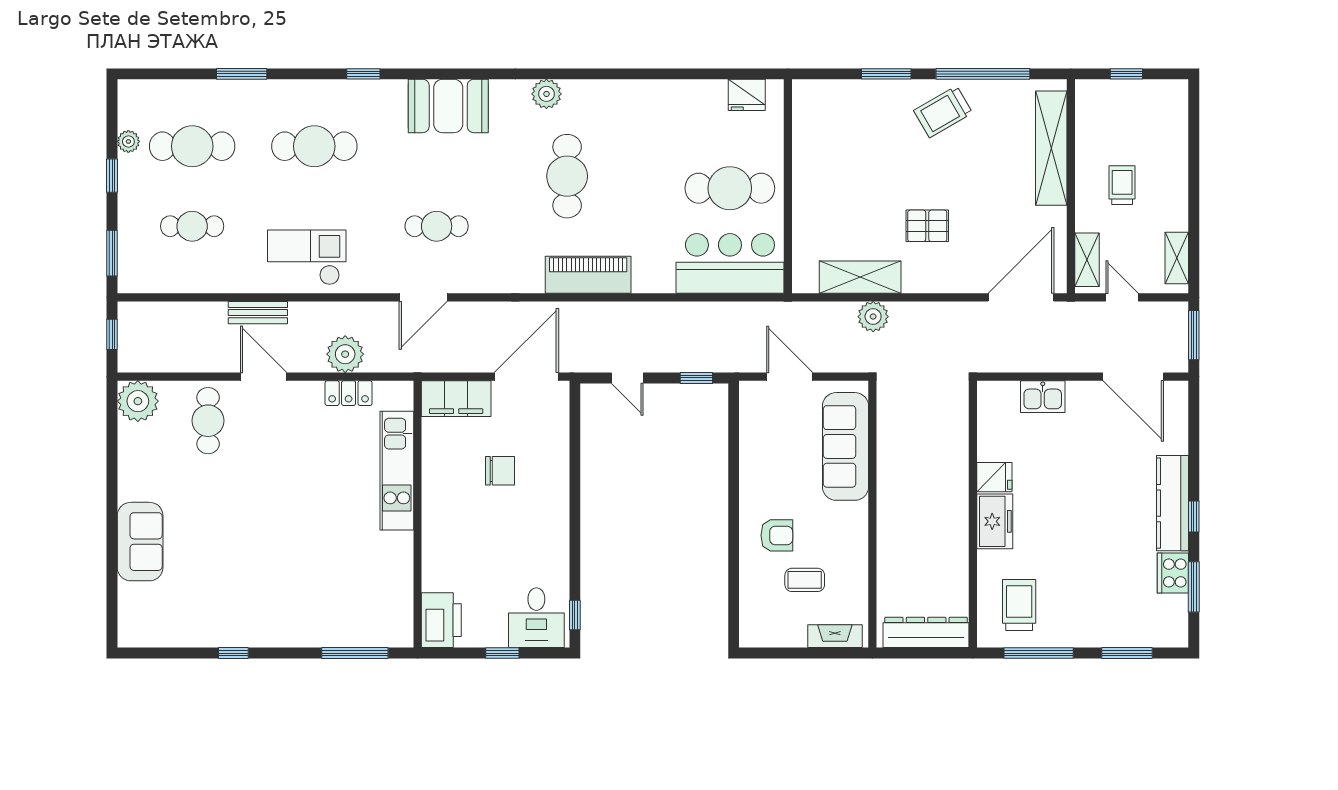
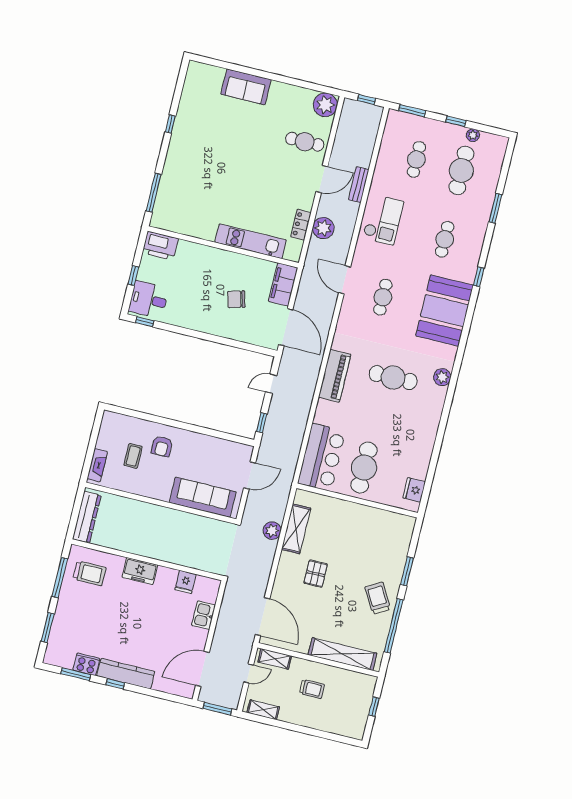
booth: (448, 106) -> (445, 311), width x1.36, depth x1.42
cafe table: (314, 146) -> (445, 239), width x0.73, depth x0.74
chair: (500, 471) -> (236, 299), turned 75
fridge: (994, 477) -> (185, 582), moved

